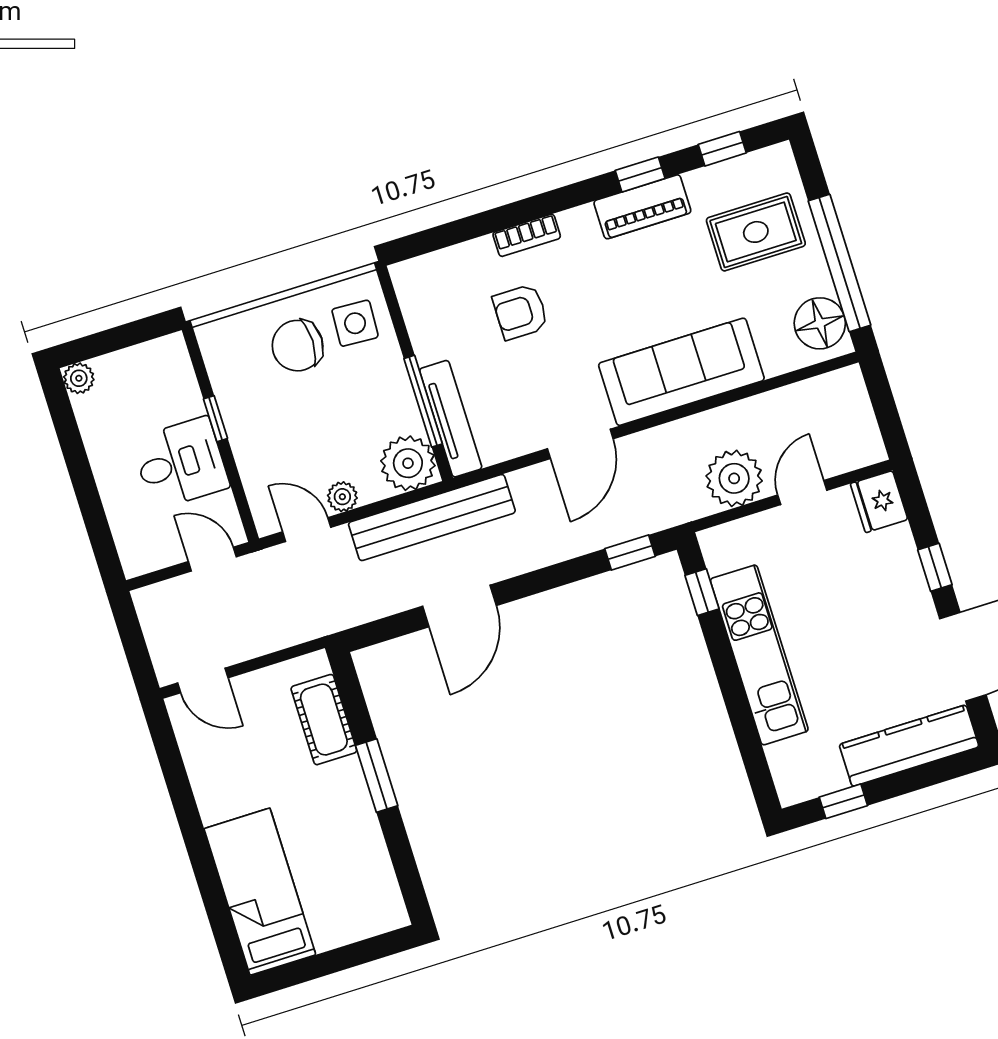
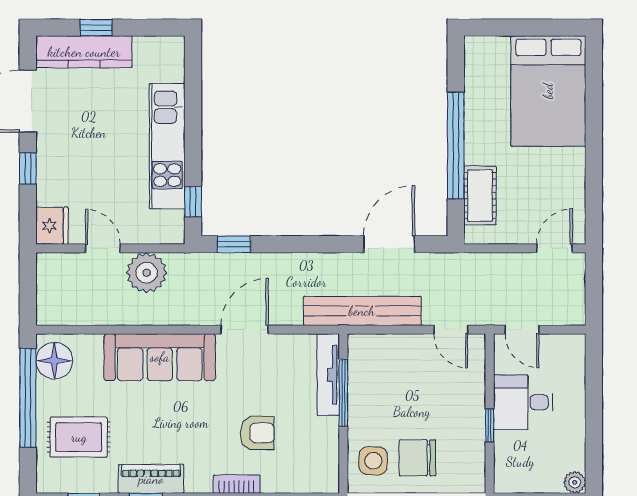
chair: (298, 346) -> (418, 458), turned 180
plant: (408, 463) -> (367, 353), removed
door: (802, 493) -> (103, 248), swing flipped
plant: (342, 497) -> (419, 344), removed
door: (459, 606) -> (389, 244), moved
door: (203, 680) -> (555, 248), hinge flipped
window: (377, 776) -> (456, 146), width x2.11
window: (843, 801) -> (96, 28), moved
bed: (260, 892) -> (548, 91), width x1.50

